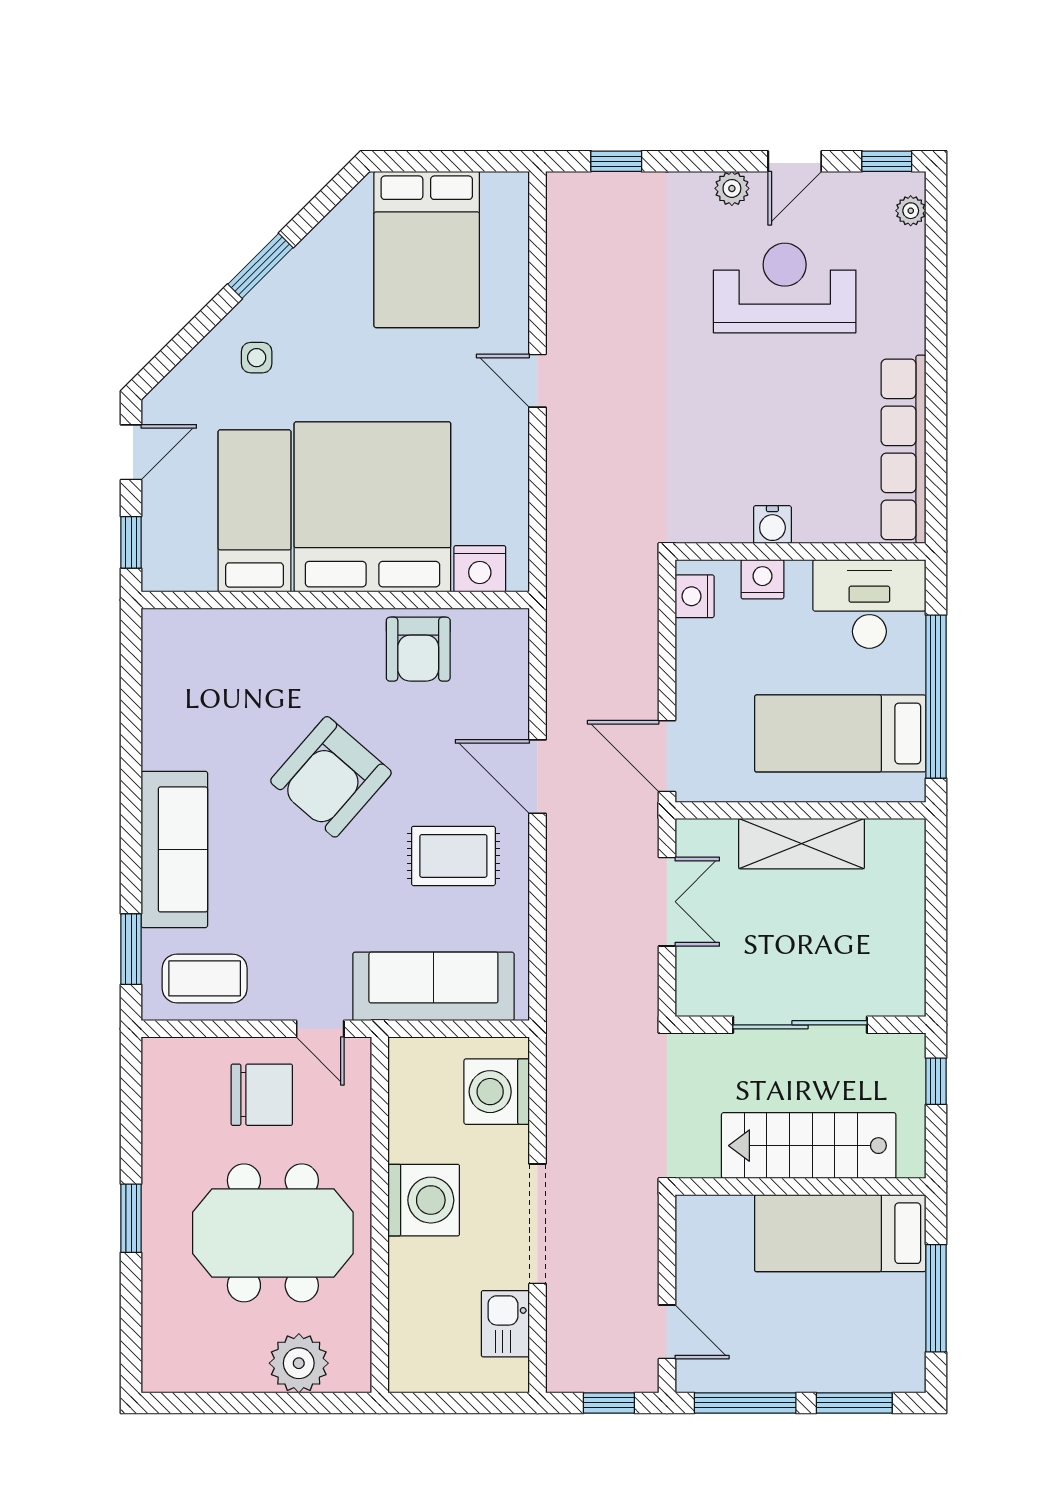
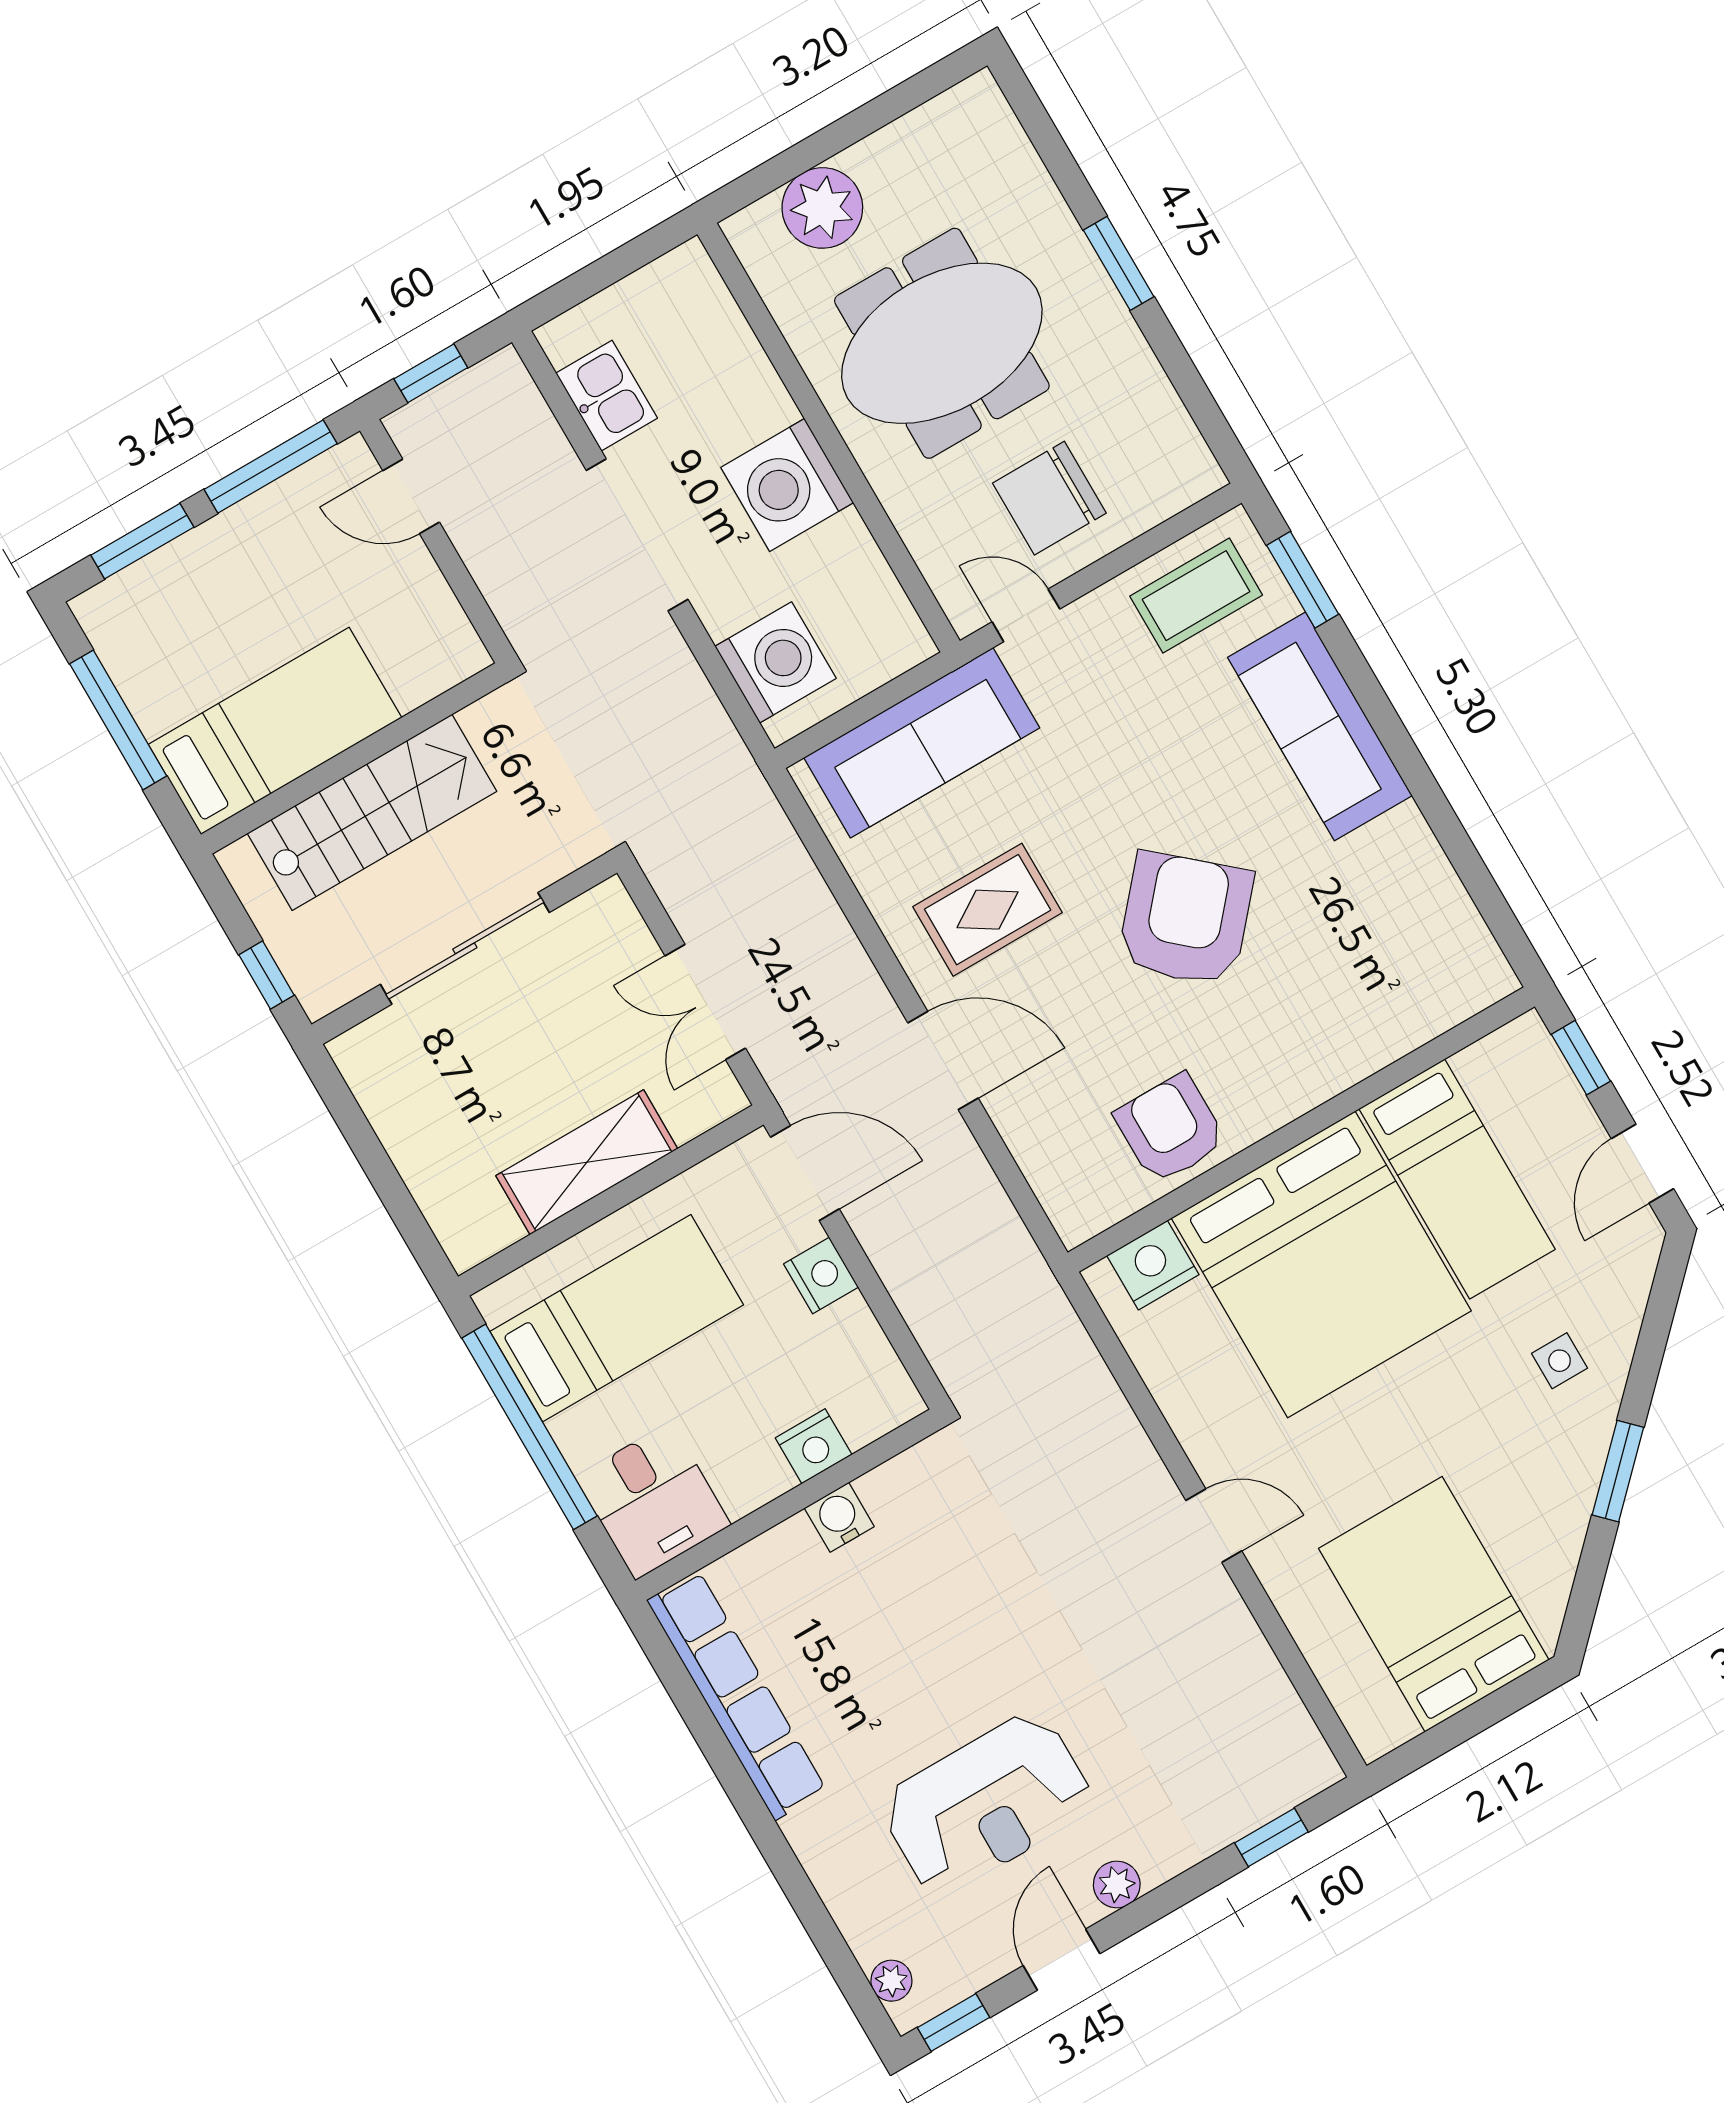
nightstand: (695, 596) -> (821, 1276), moved
desk: (869, 604) -> (653, 1501), width x0.73

